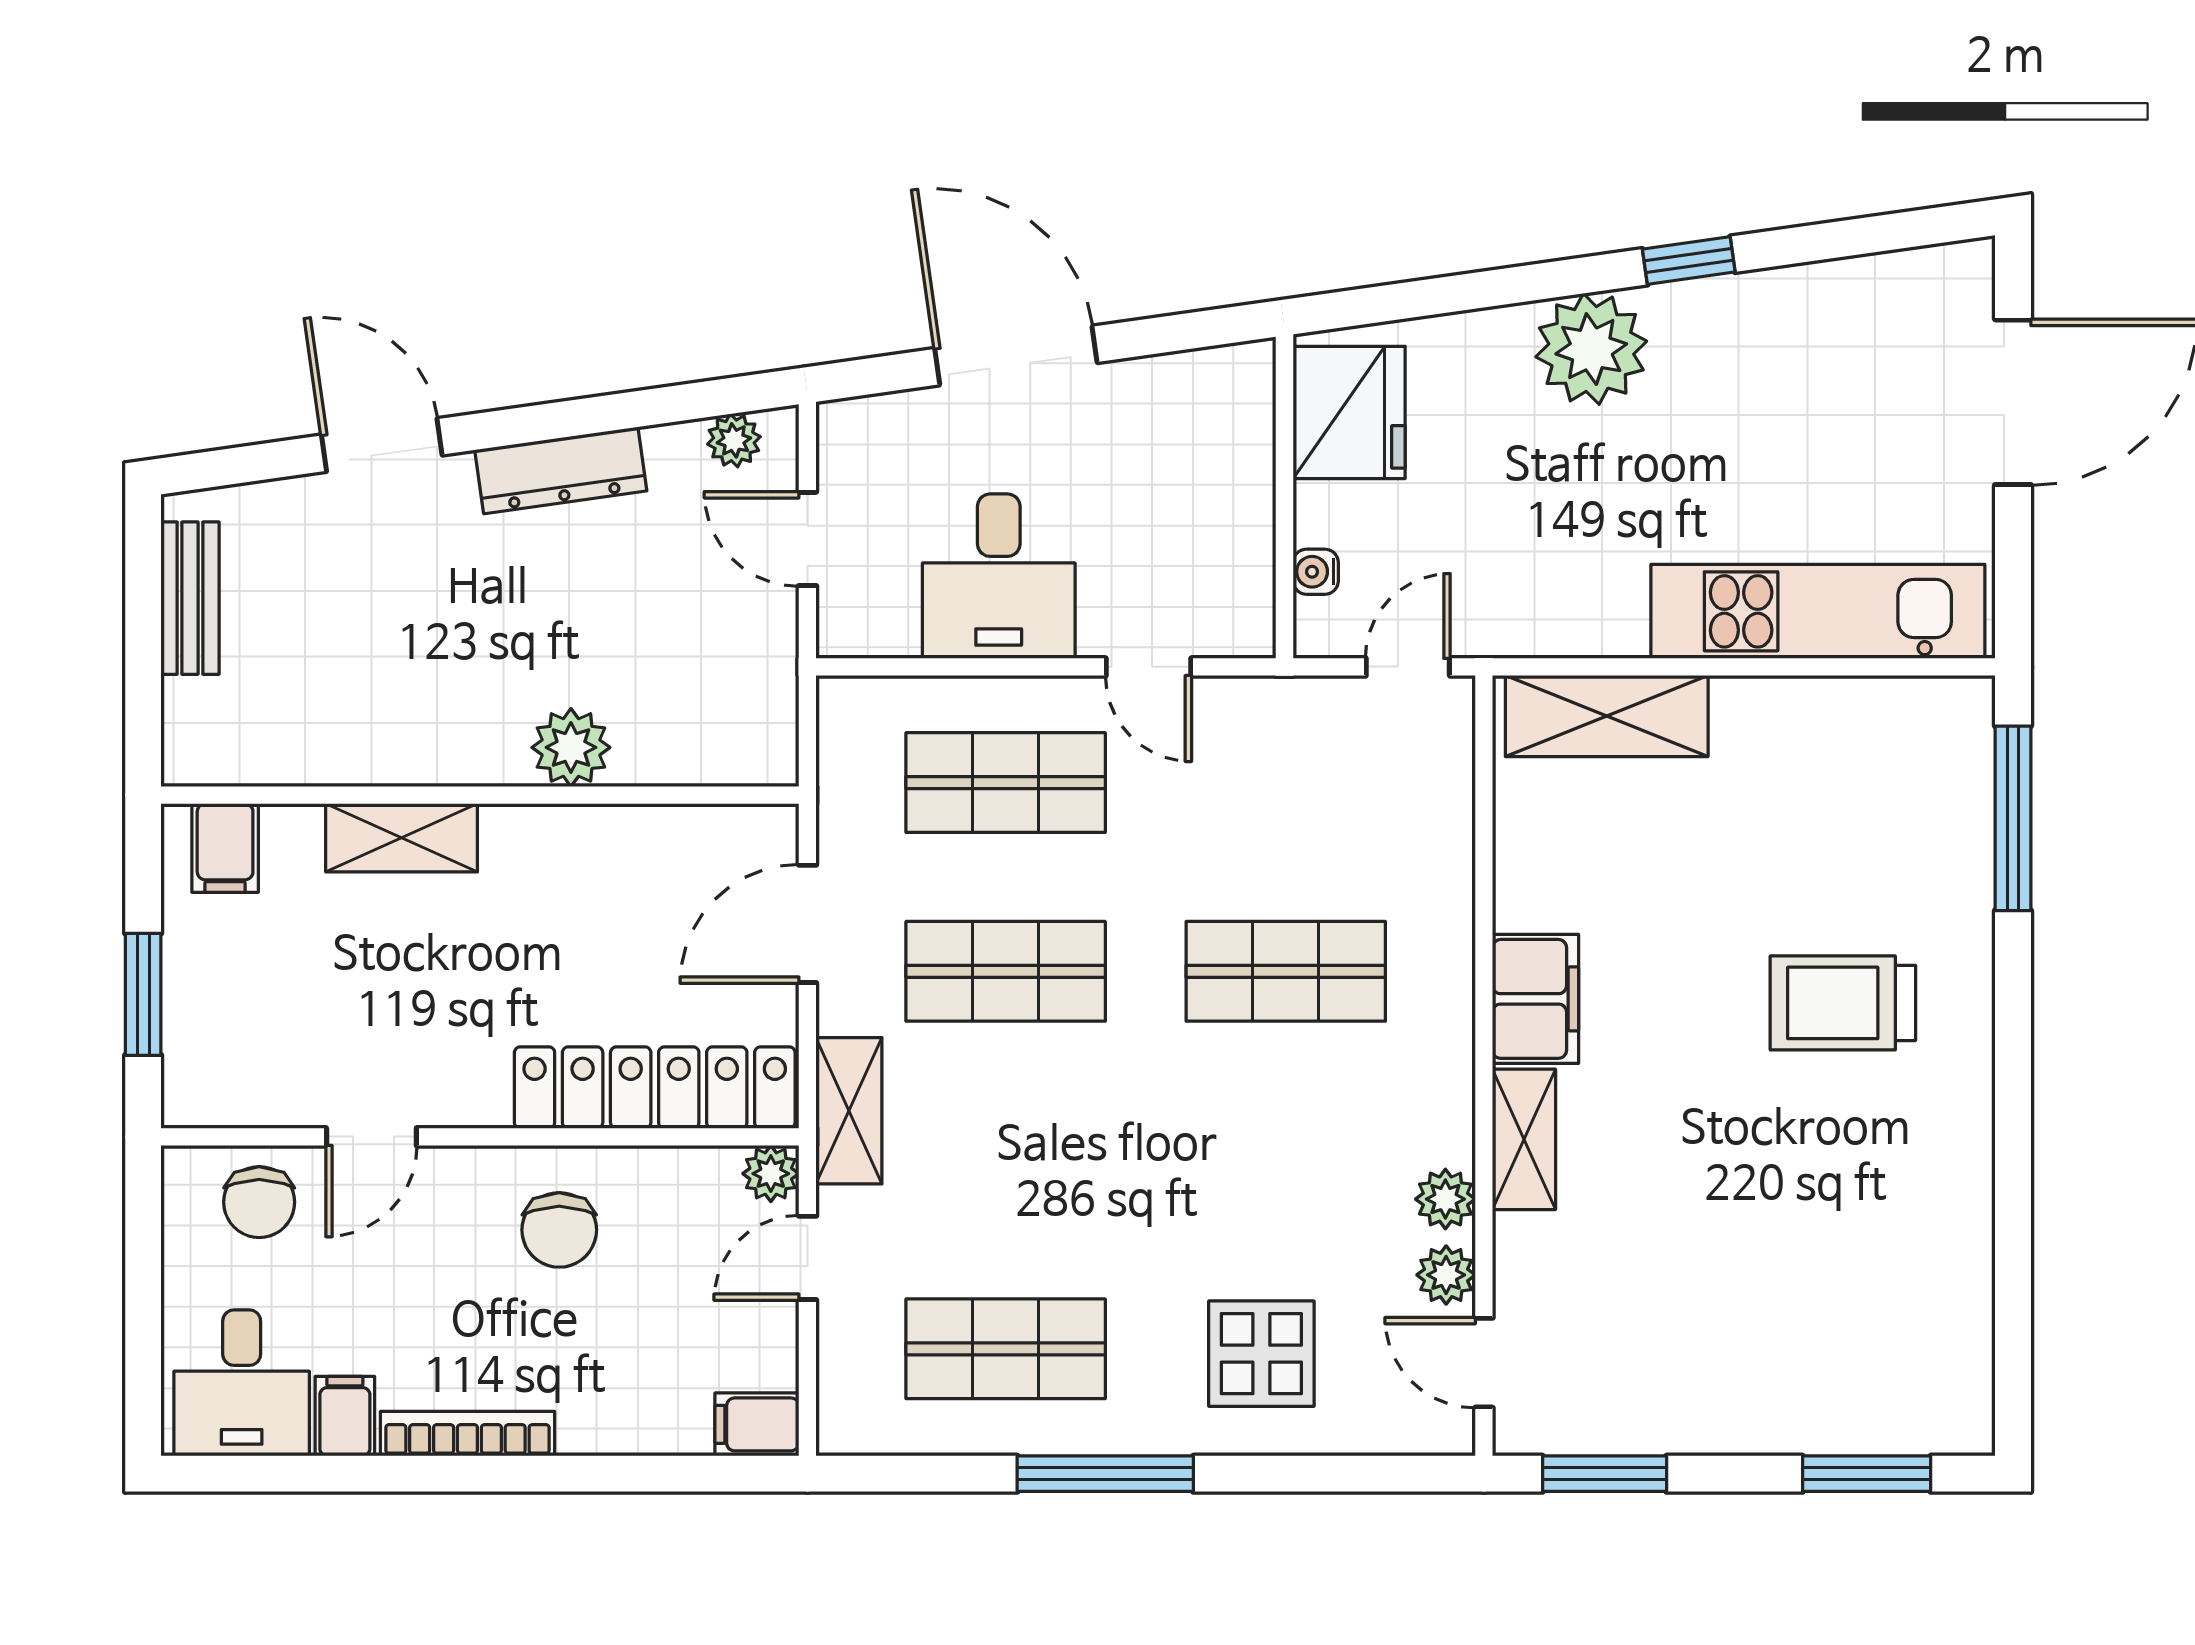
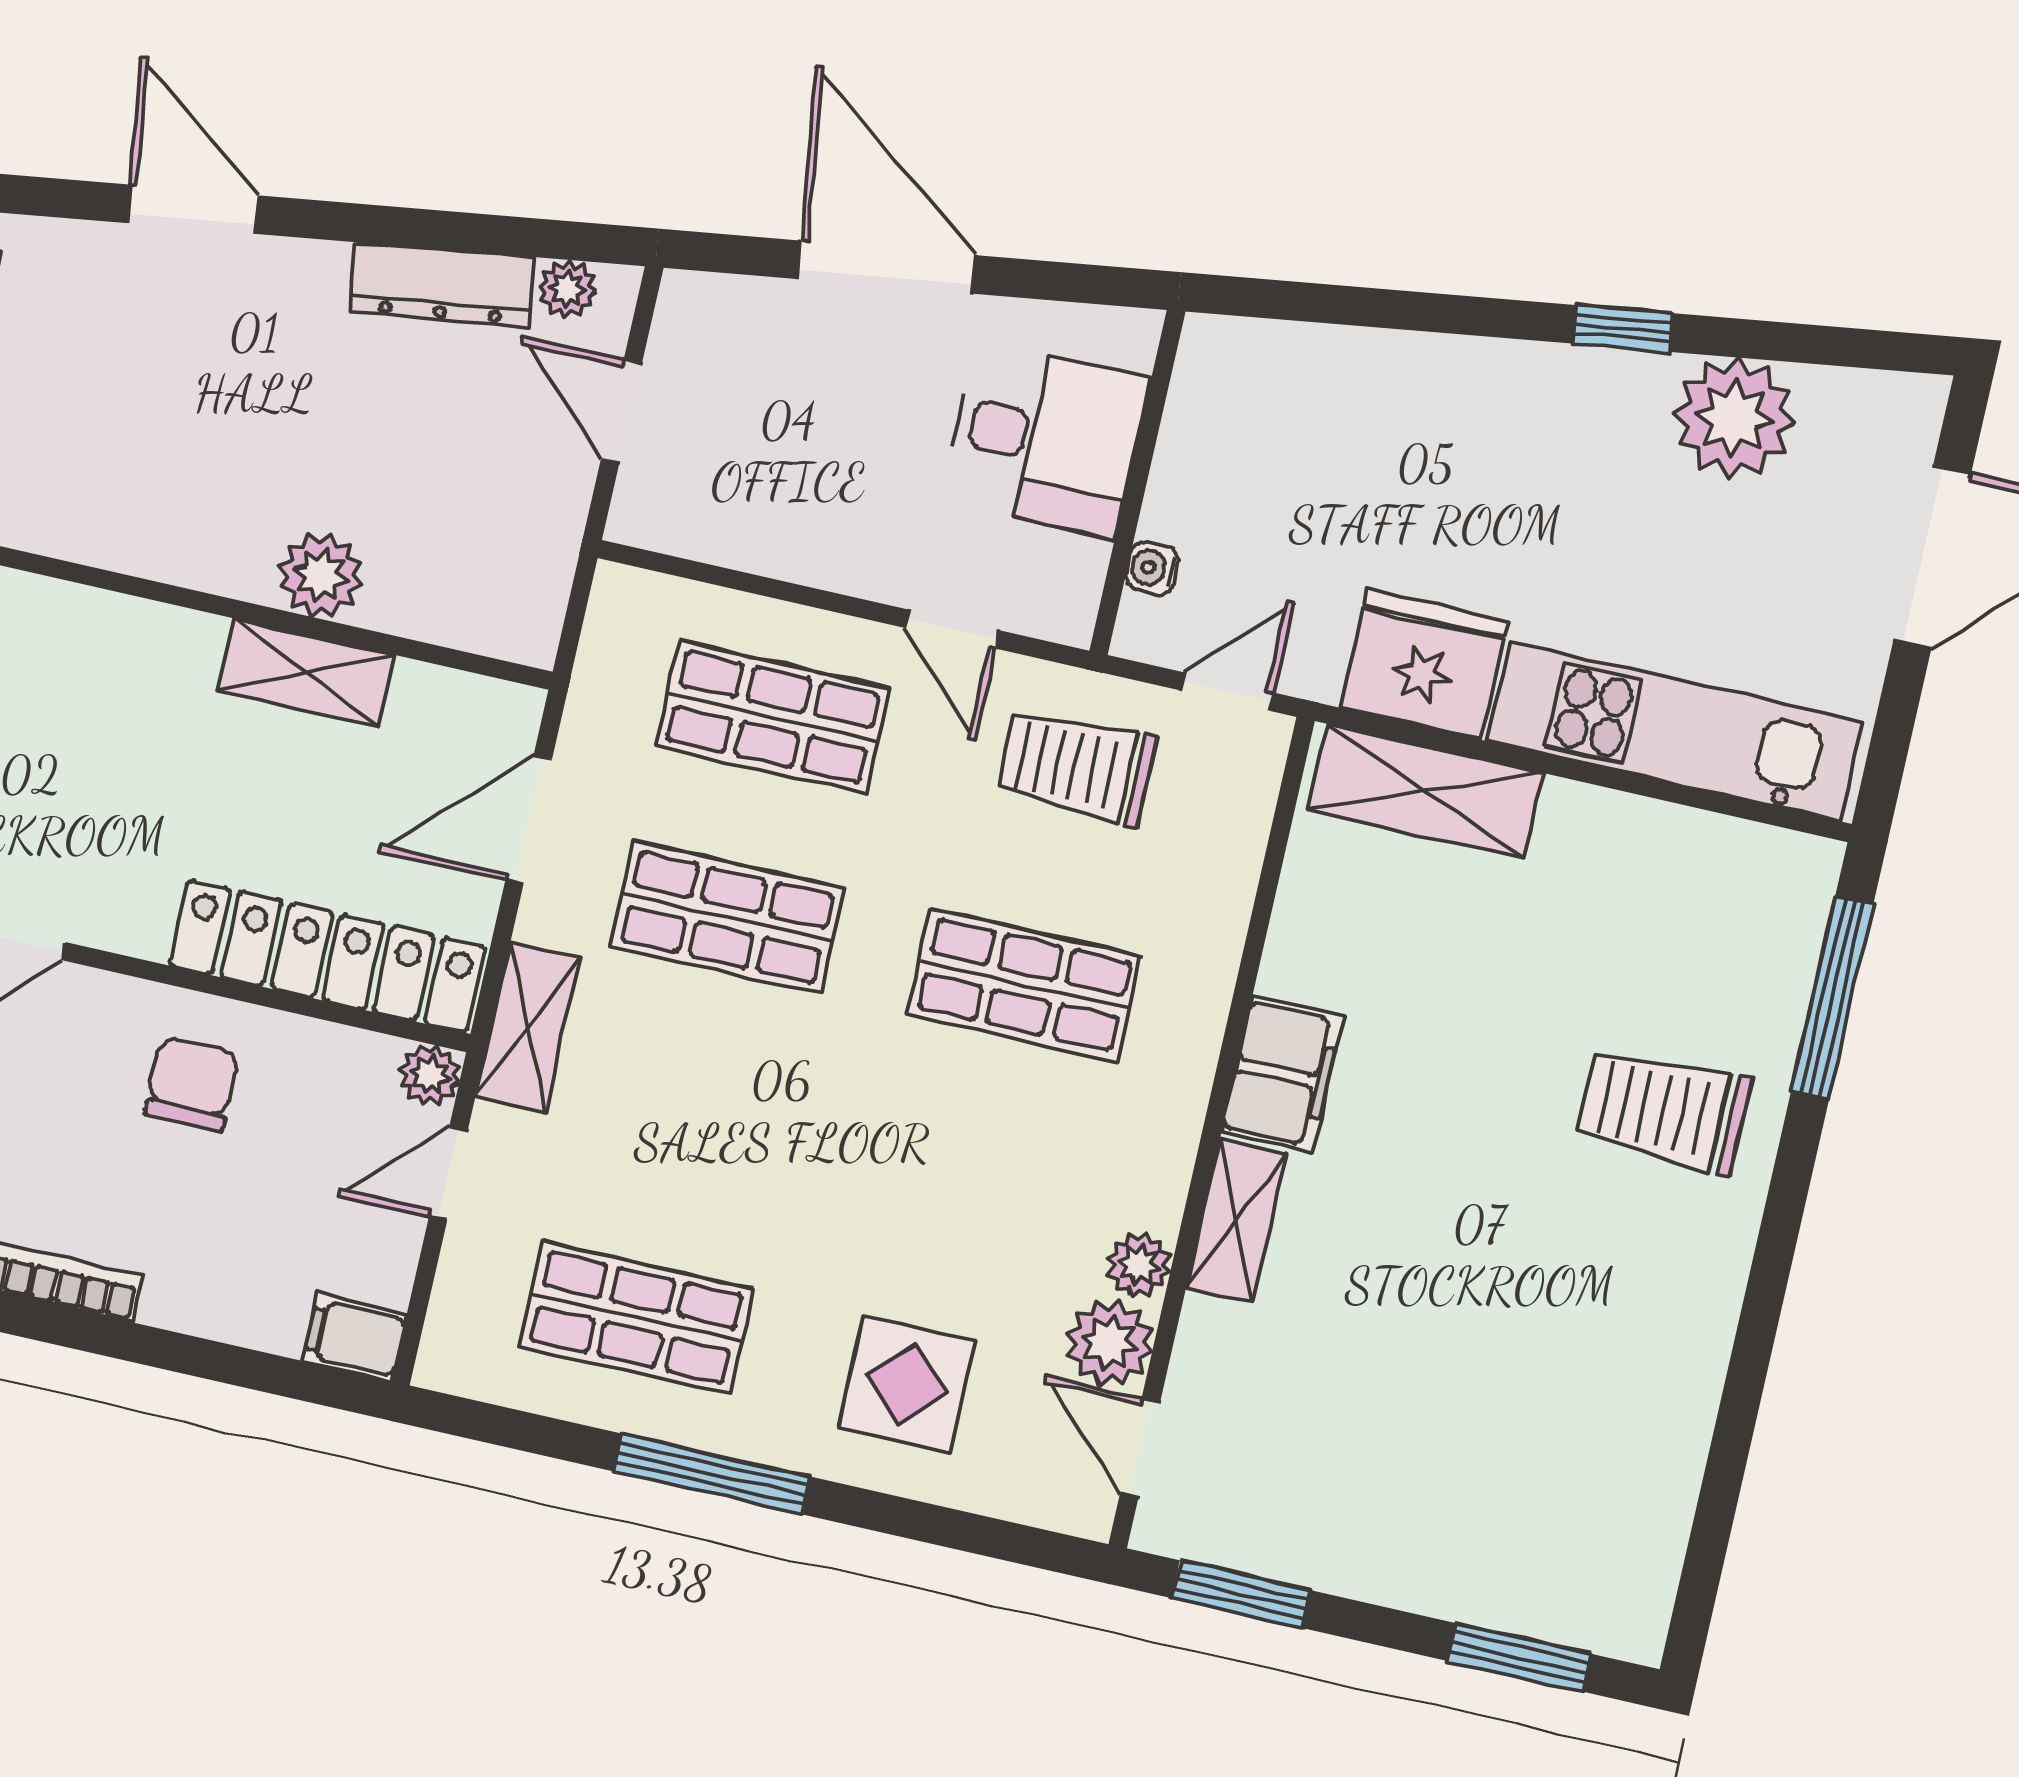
plant: (1591, 349) -> (1734, 418), moved
fridge: (1349, 412) -> (1424, 664), moved, turned -90
dresser: (561, 470) -> (442, 285), moved
desk: (999, 576) -> (1046, 440), moved, turned -90
trolley: (1288, 765) -> (1076, 767), added
shelving: (402, 838) -> (306, 673), moved
trolley: (1843, 1003) -> (1664, 1110), moved
chair: (559, 1230) -> (192, 1084), turned 180
plant: (1446, 1275) -> (1109, 1343), width x1.38, depth x1.38

